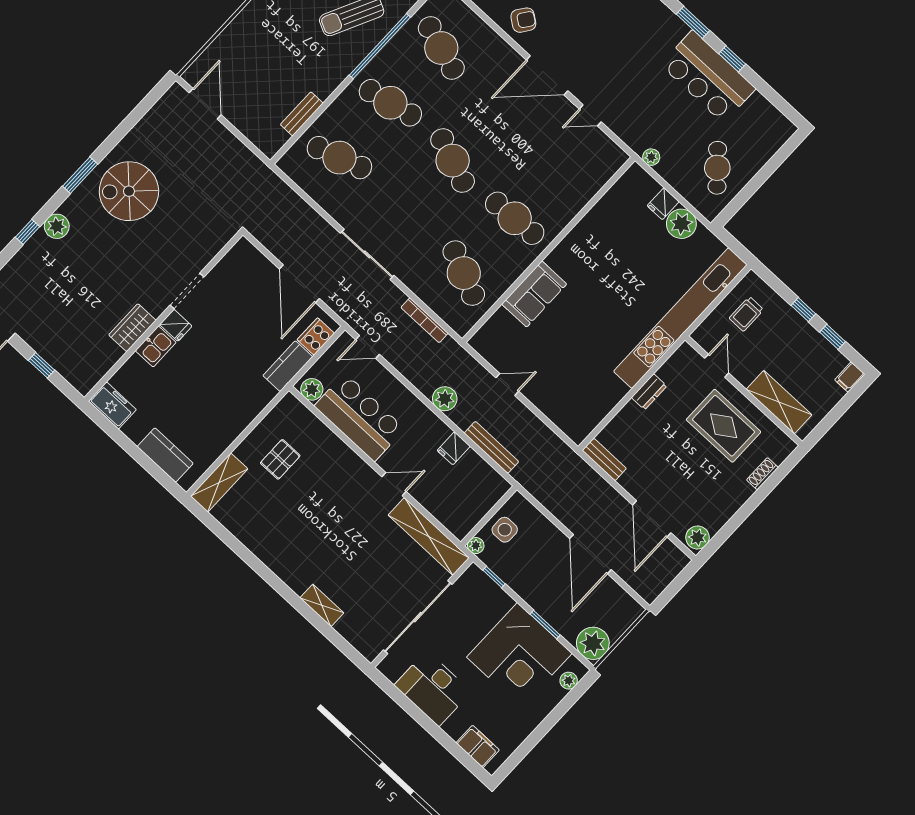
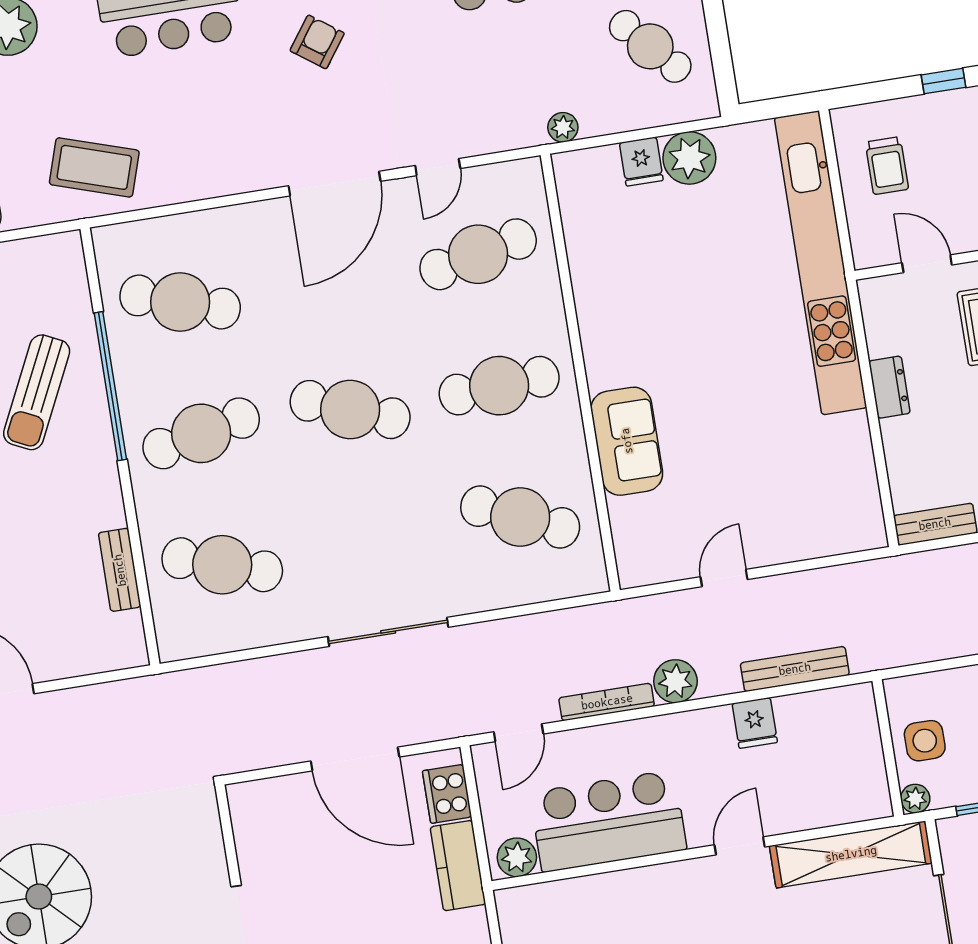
armchair: (523, 20) -> (317, 42), moved
cafe table: (339, 158) -> (222, 565), turned 36
cafe table: (566, 163) -> (478, 254), added
bookcase: (425, 320) -> (607, 702), moved, turned 180

